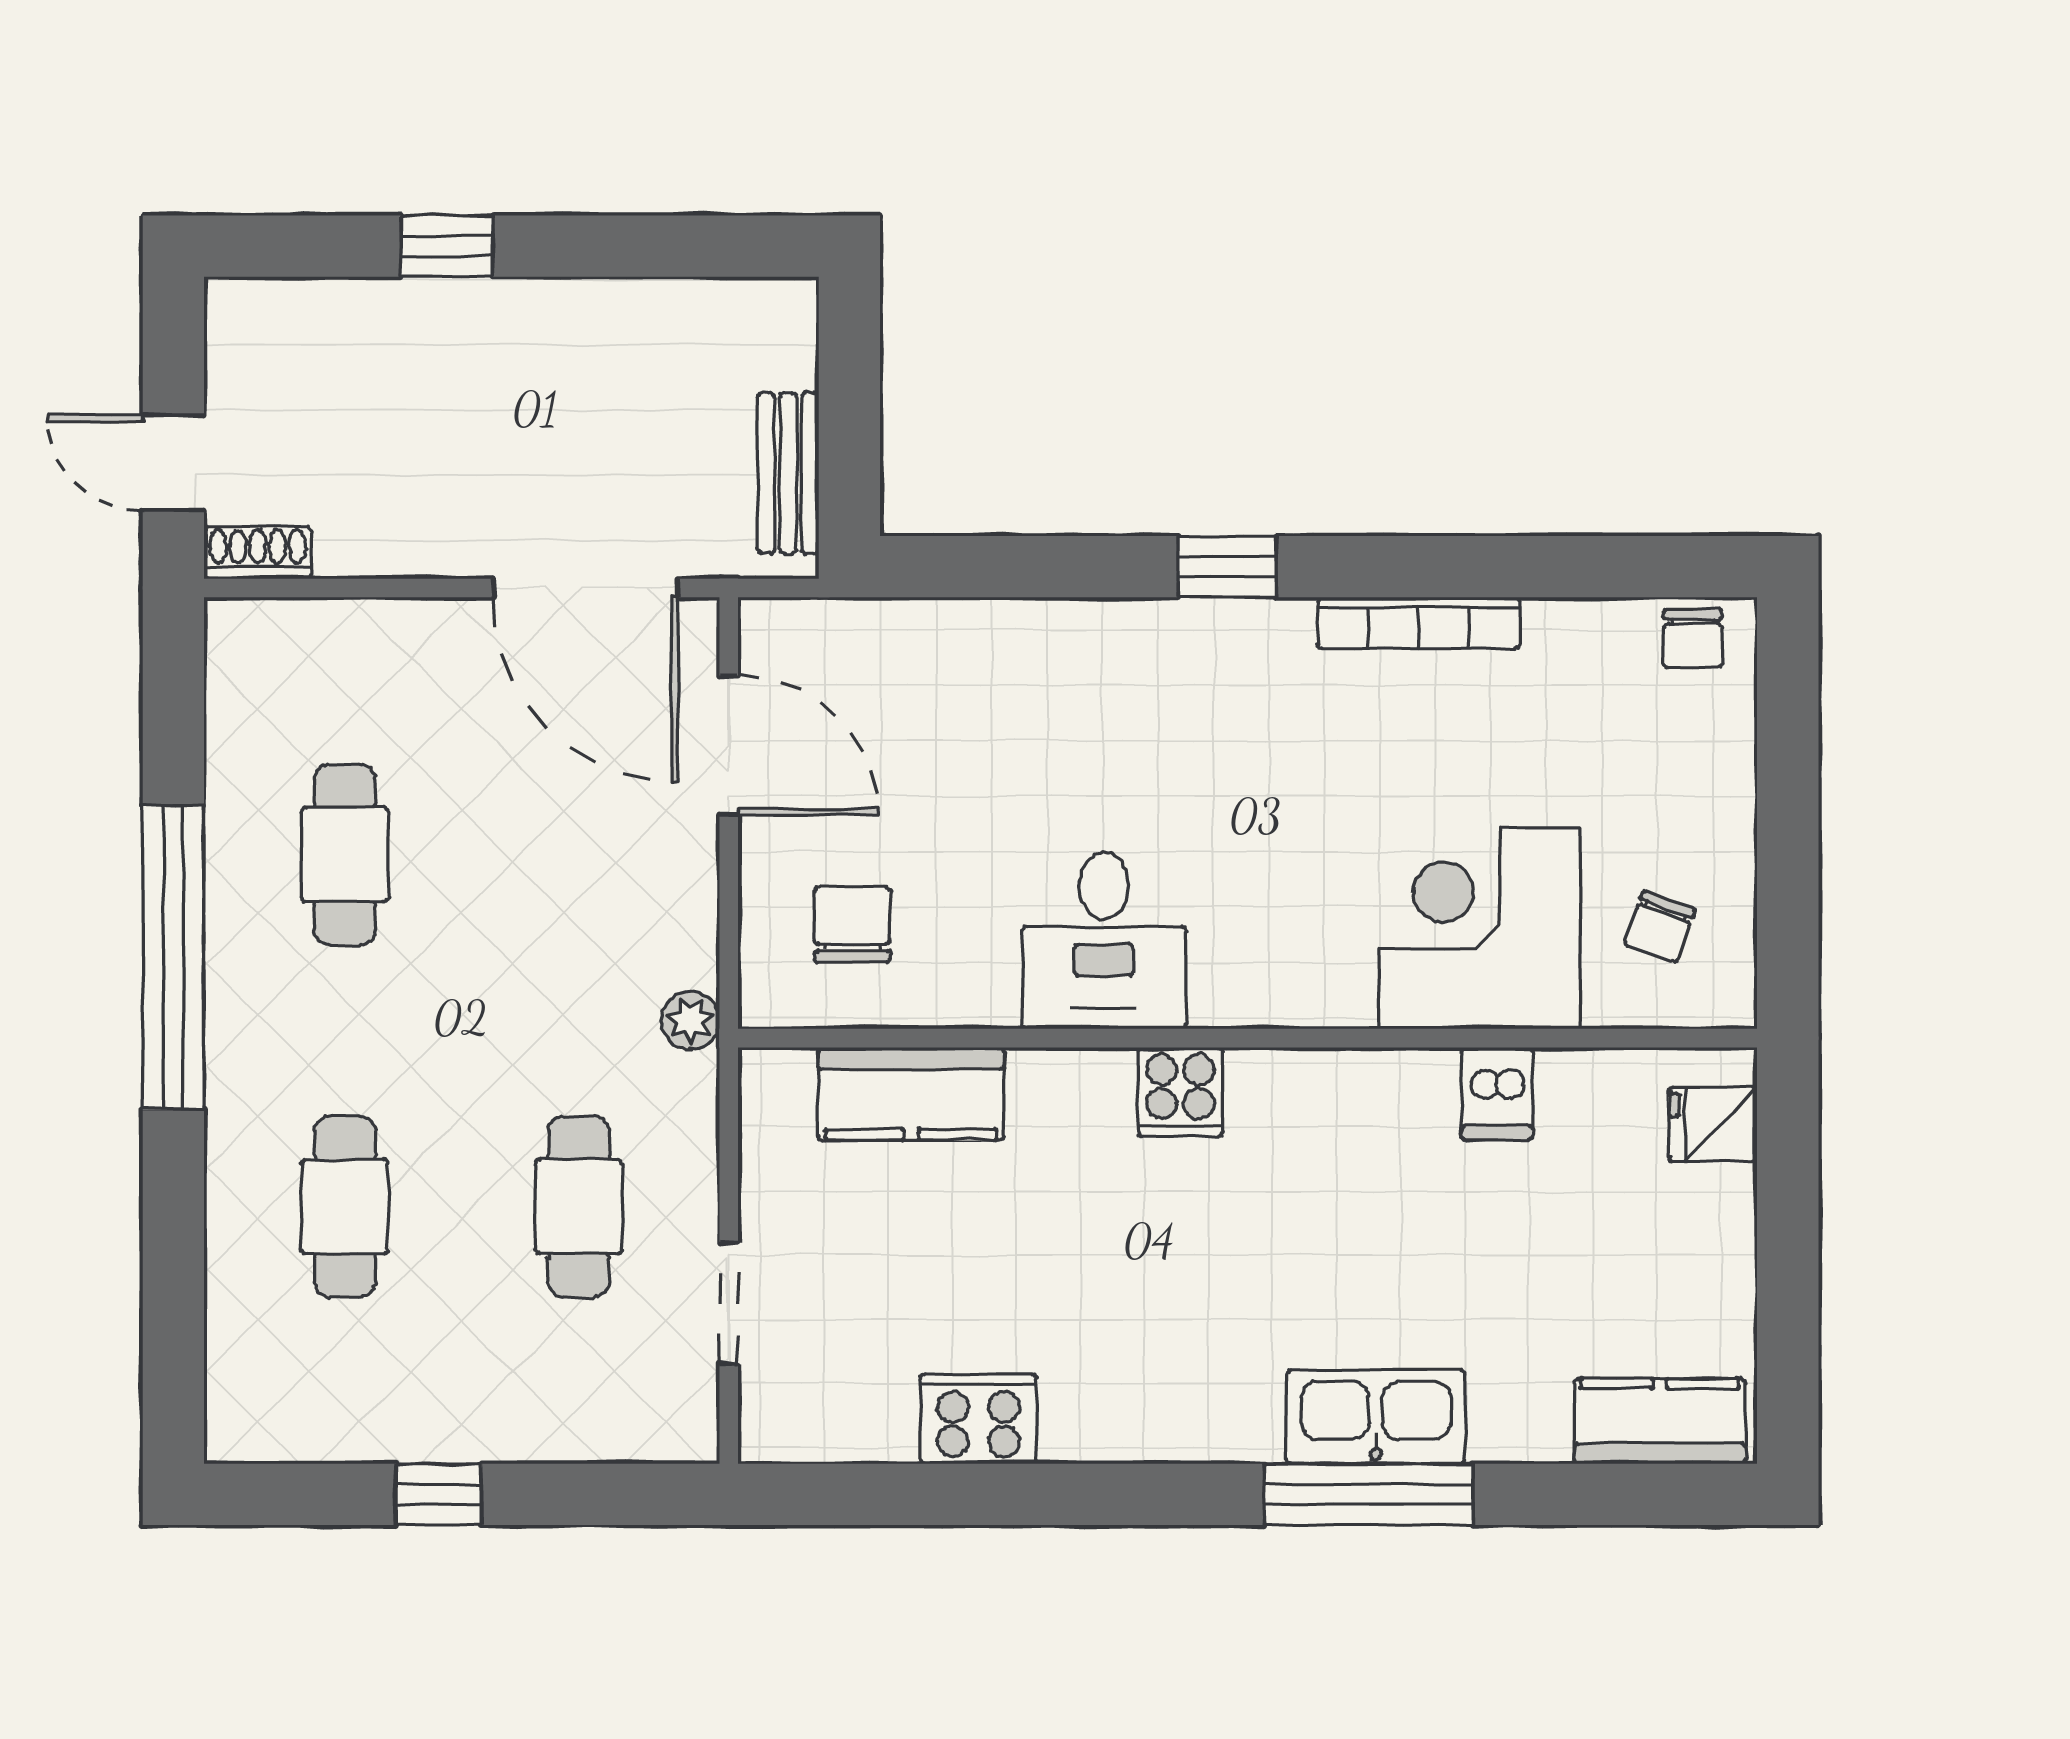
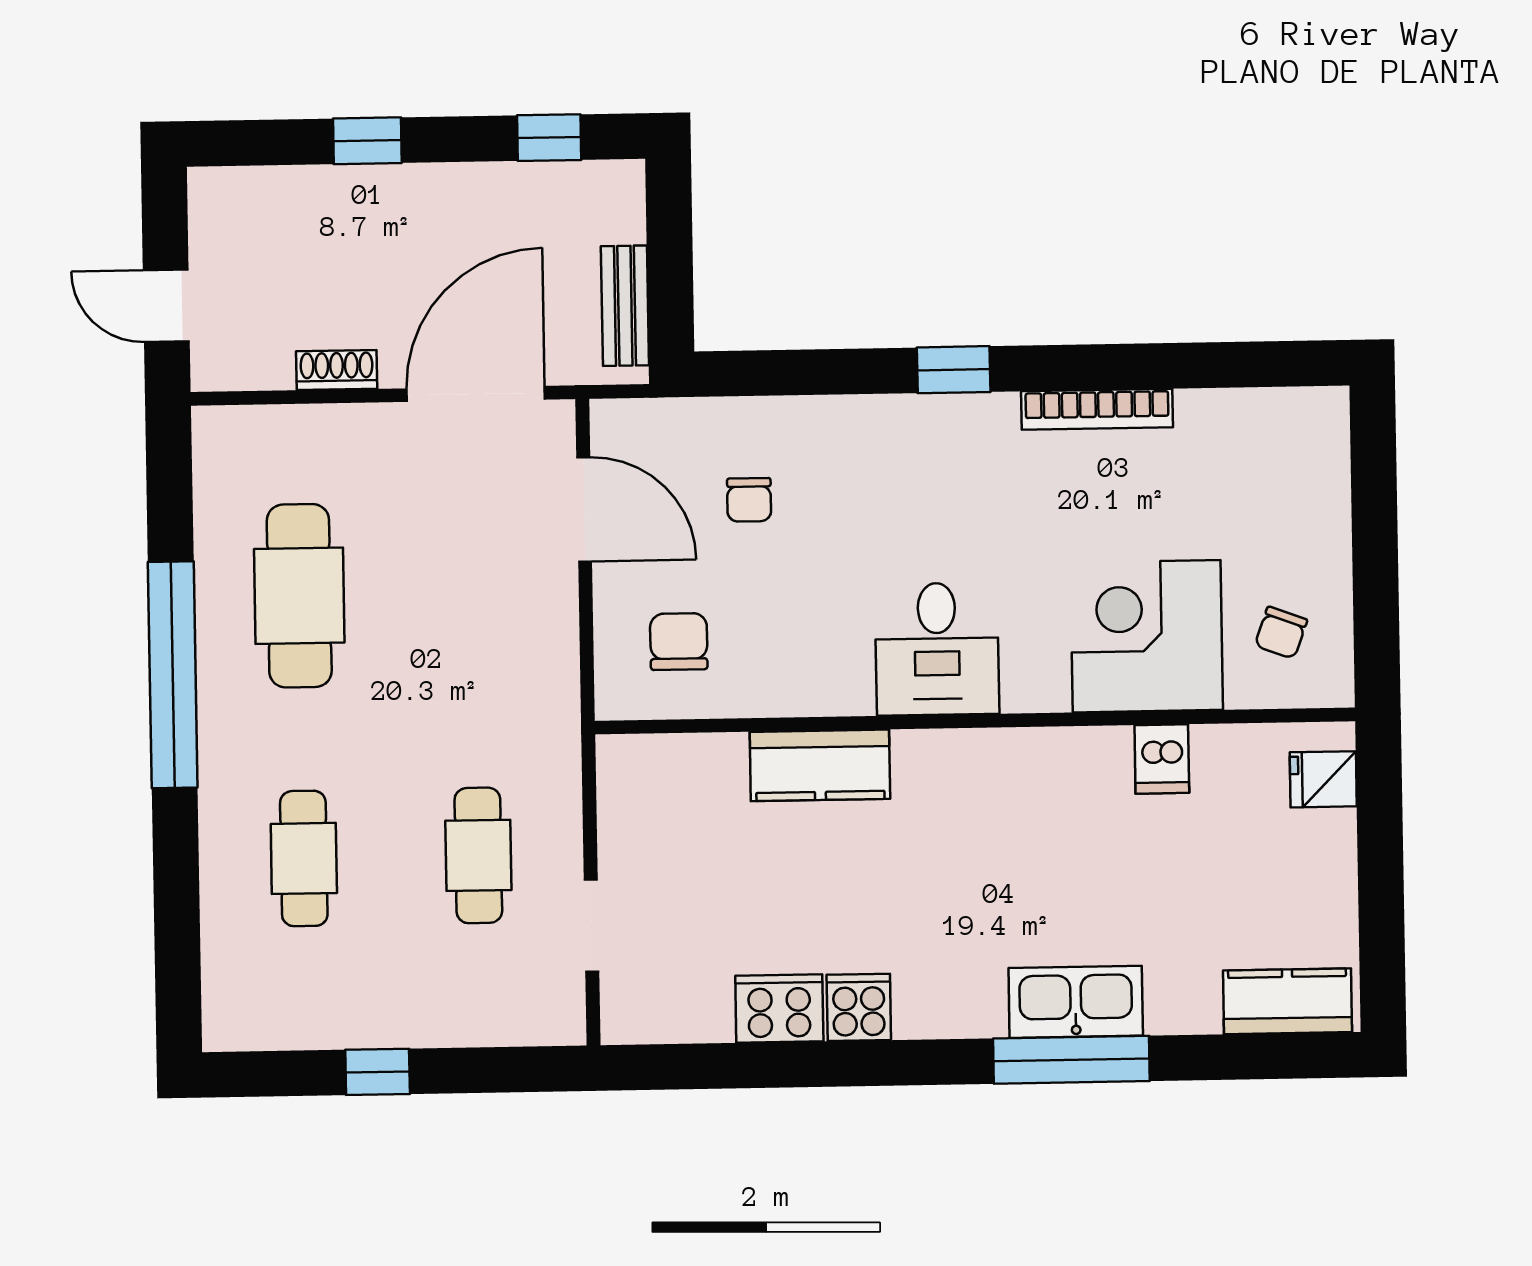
window: (690, 246) -> (549, 138), added
shoe rack: (258, 553) -> (337, 370), moved
door: (586, 588) -> (476, 394), swing flipped
chair: (1693, 639) -> (749, 500), moved
cafe table: (345, 854) -> (299, 596), width x1.37, depth x1.35
desk: (1104, 941) -> (937, 649), moved
plant: (690, 1021) -> (559, 715), removed
cooker: (1180, 1092) -> (859, 1007), moved, turned 180
kitchen counter: (911, 1094) -> (820, 765), moved

